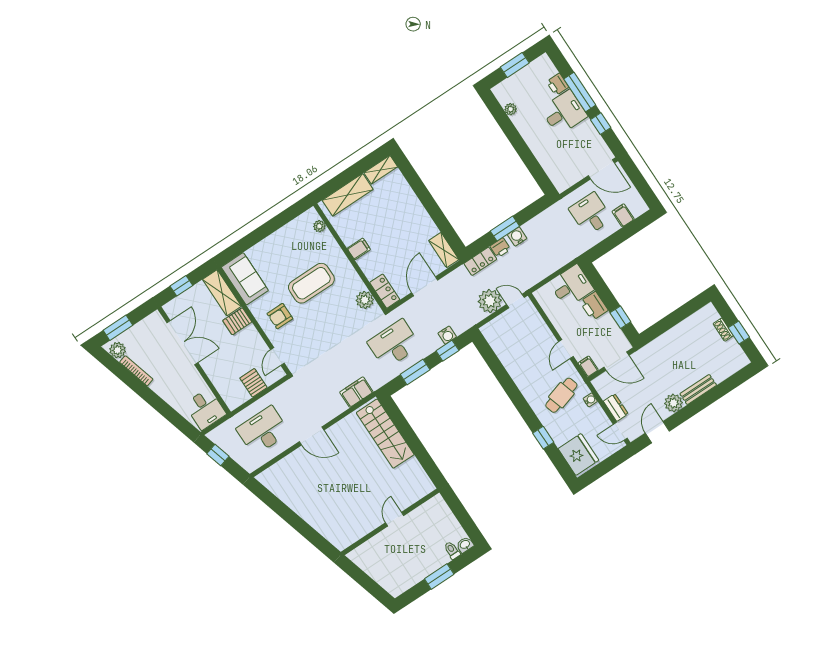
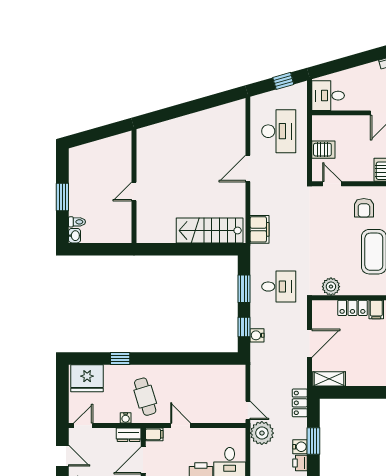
printer: (500, 248) -> (300, 463), moved
door: (425, 286) -> (310, 343), hinge flipped
locker: (385, 291) -> (352, 308), moved
plant: (490, 301) -> (262, 433), moved
door: (516, 301) -> (248, 410), hinge flipped
armchair: (280, 316) -> (364, 208), turned 180
desk: (394, 344) -> (279, 287), width x0.73
dresser: (616, 408) -> (129, 435), moved
door: (395, 519) -> (134, 192), swing flipped

